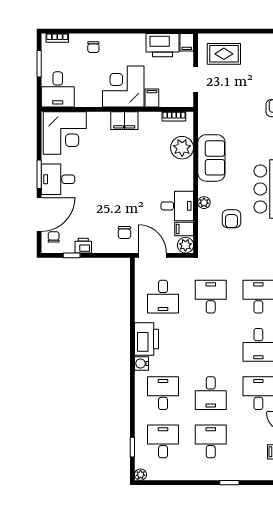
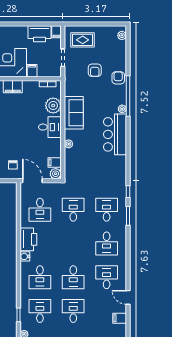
desk: (177, 206) -> (50, 127), moved
armchair: (231, 219) -> (95, 70), moved
desk: (163, 393) -> (40, 277), turned 180

